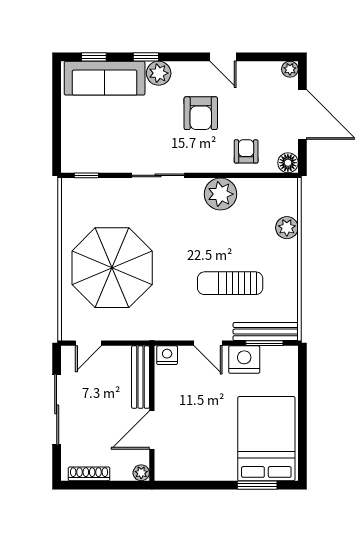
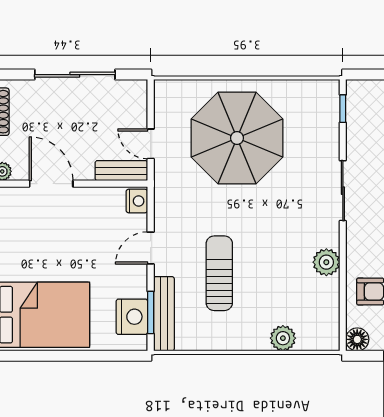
plant: (220, 194) -> (326, 262), width x0.73, depth x0.73
door: (88, 343) -> (151, 144), moved
nightstand: (244, 360) -> (132, 317), moved
bench: (141, 377) -> (121, 171), width x0.73

